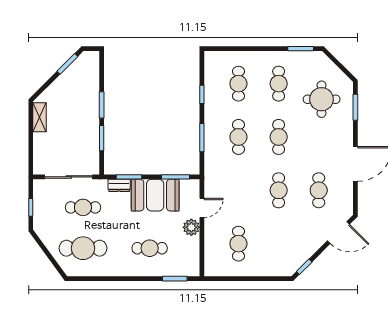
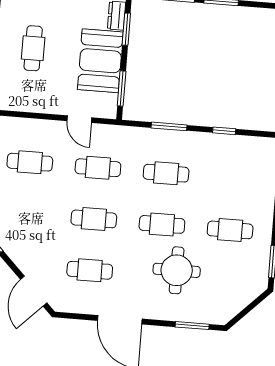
cafe table: (238, 84) -> (98, 168), moved
round table: (322, 99) -> (177, 270), moved
plant: (191, 227) -> (56, 104), removed

